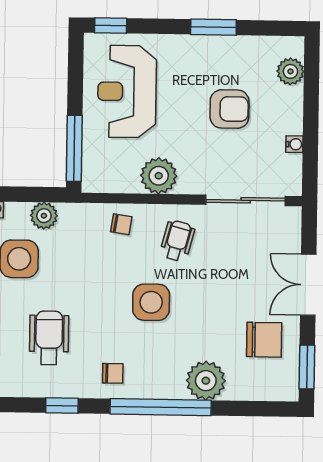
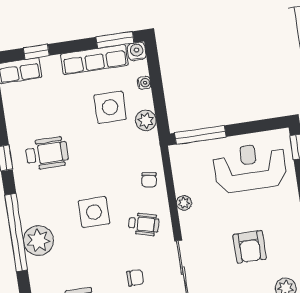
plant: (159, 176) -> (184, 203), width x0.53, depth x0.53
wheelchair: (49, 338) -> (47, 153), moved
chair: (113, 373) -> (135, 278), moved, turned -90
plant: (206, 381) -> (38, 241), moved

